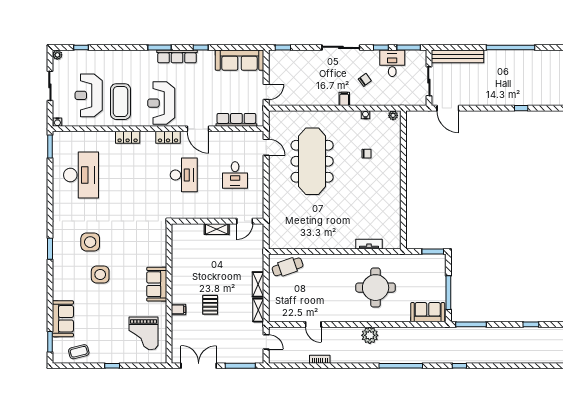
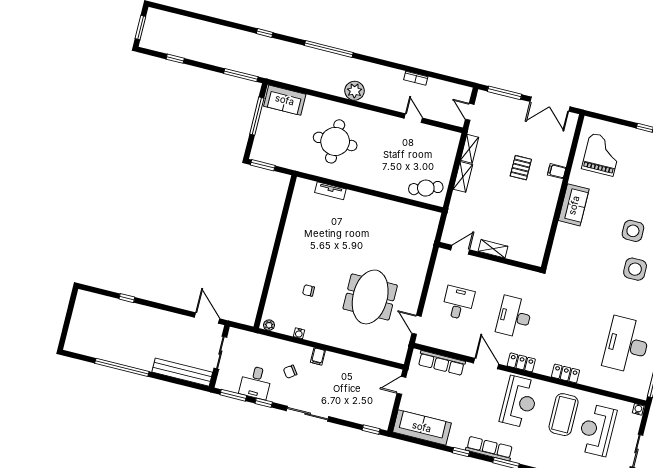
reception desk: (89, 95) -> (597, 430), turned 180
meeting table: (312, 161) -> (370, 297), width x0.73

